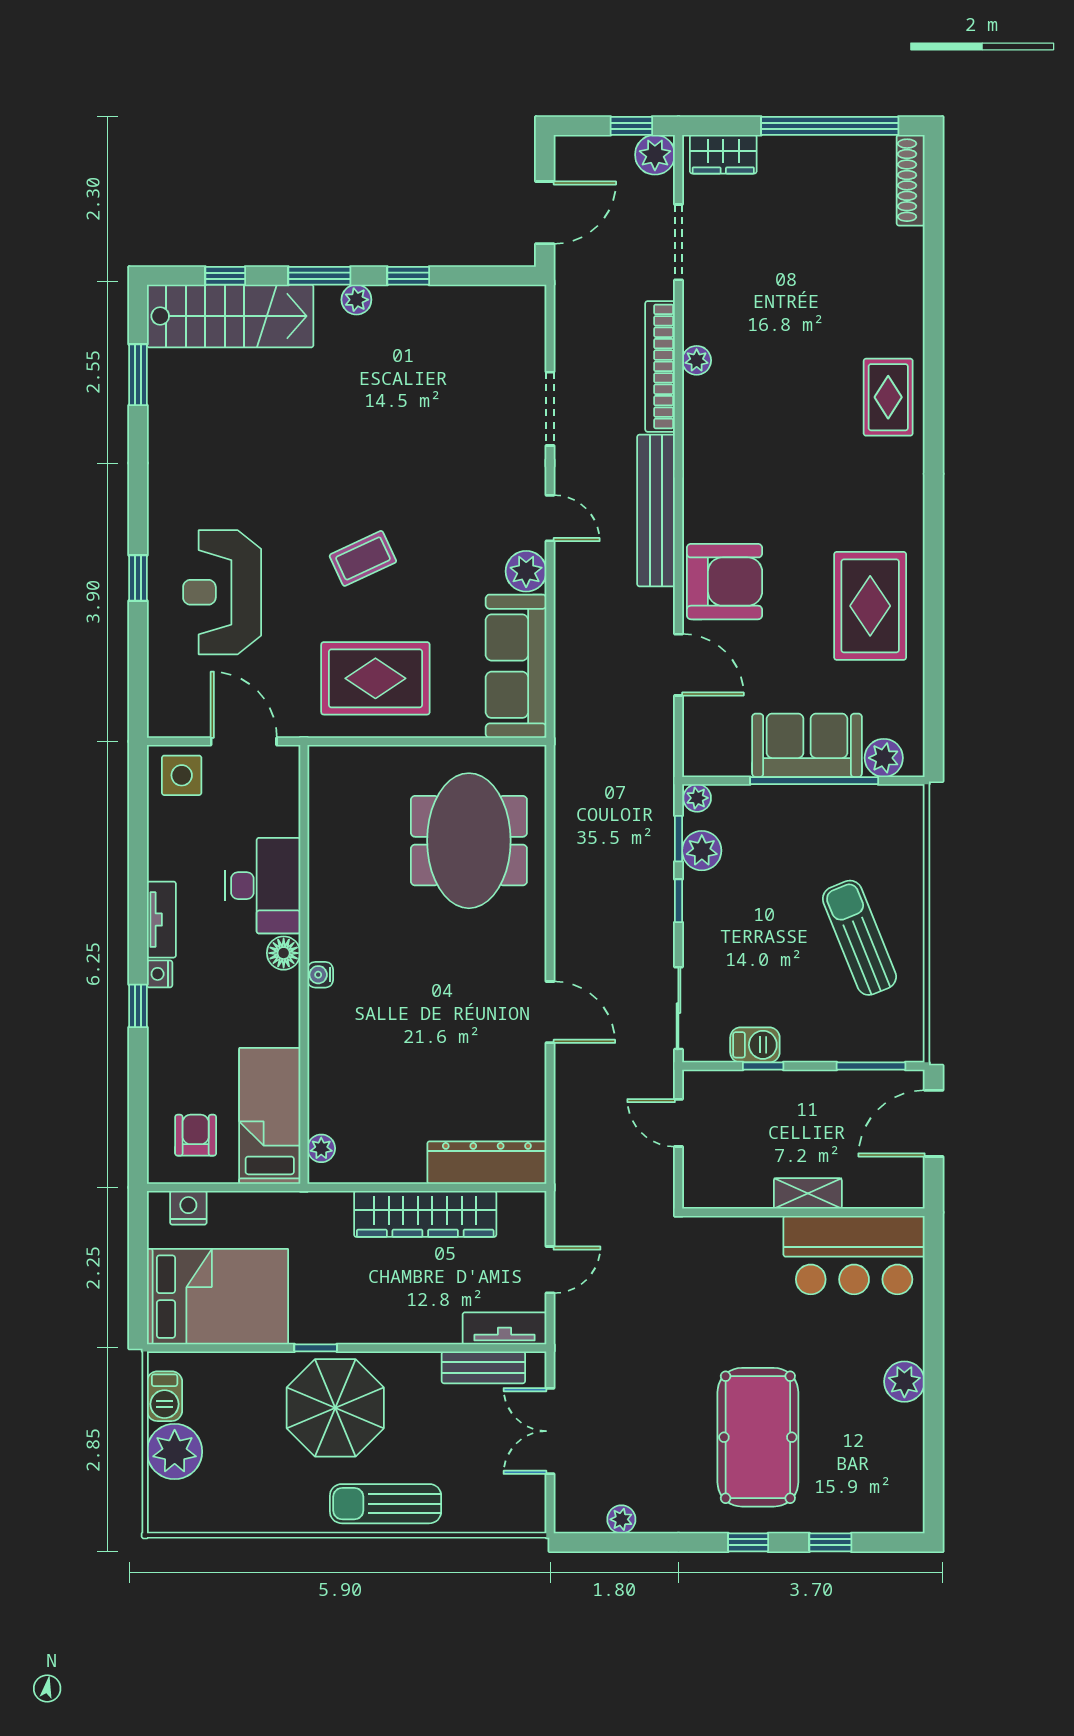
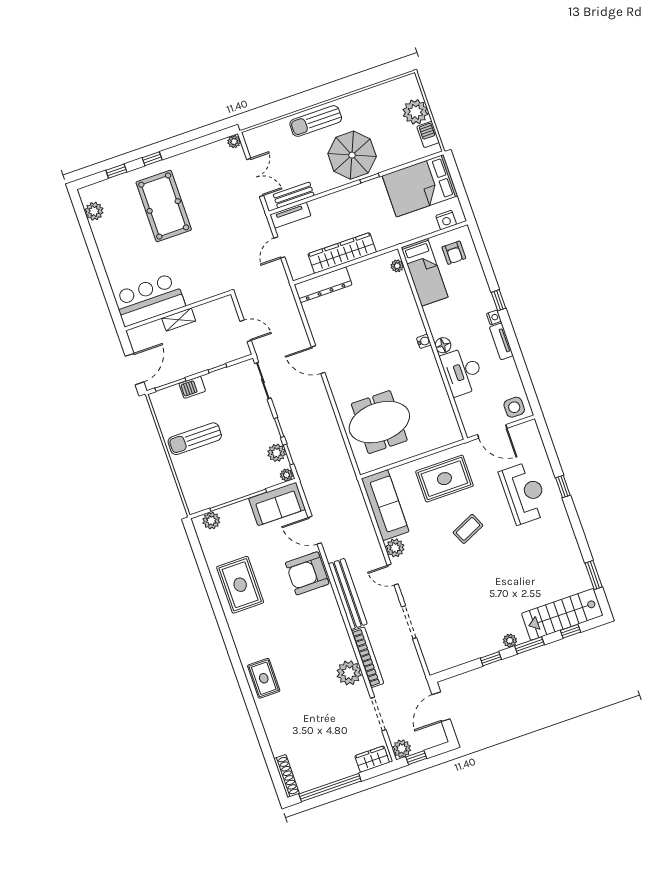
plant: (697, 360) -> (349, 673), width x1.88, depth x1.88
sofa: (807, 745) -> (277, 504), moved
meeting table: (469, 841) -> (379, 422), turned 90
sun lounger: (859, 938) -> (195, 439), turned 112
barbecue: (755, 1045) -> (192, 387), moved
plant: (904, 1382) -> (94, 211), moved
sun lounger: (386, 1504) -> (316, 121), turned 180
plant: (621, 1519) -> (234, 142), moved

